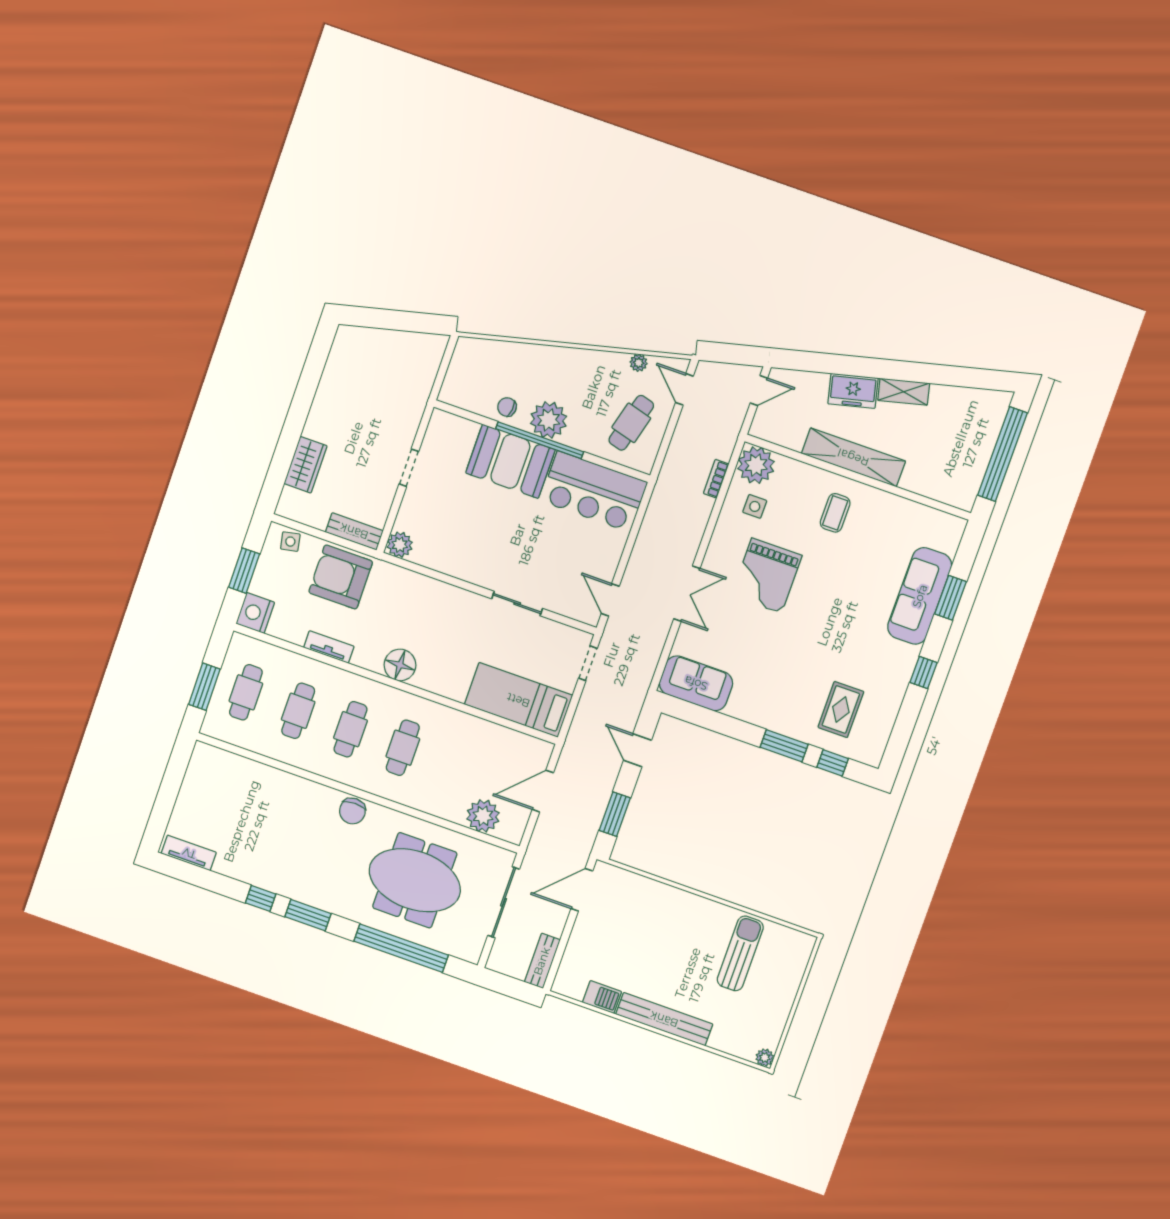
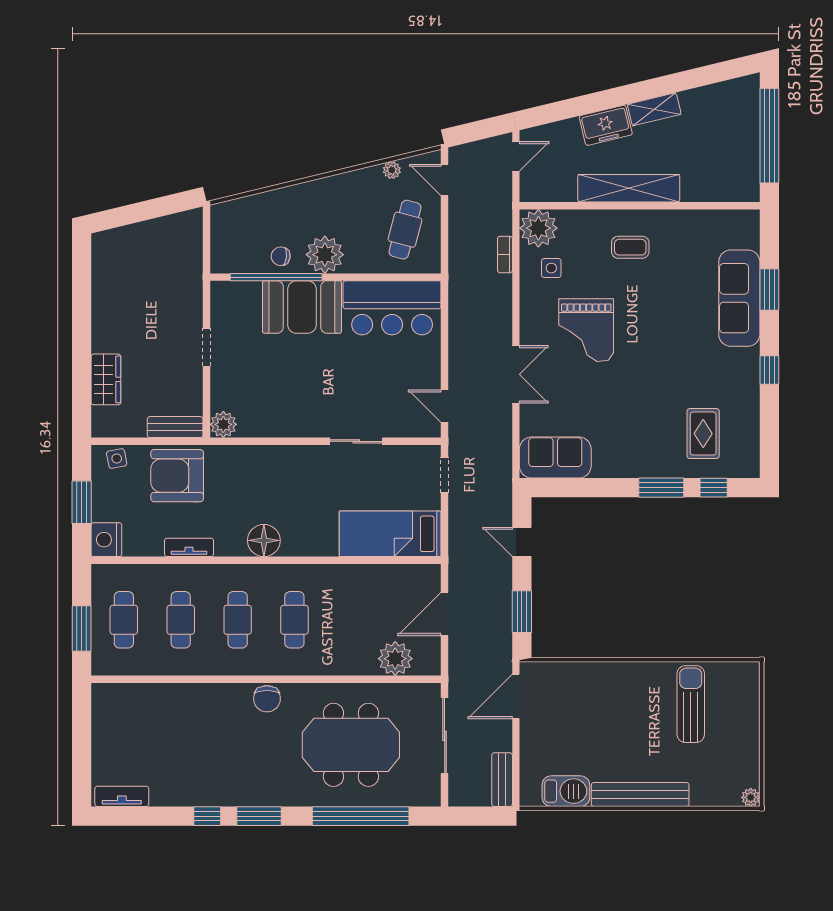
window: (540, 440) -> (276, 277), moved
coffee table: (835, 513) -> (630, 247), turned 90
barbecue: (602, 997) -> (566, 791), width x1.38, depth x1.27

